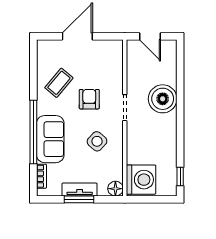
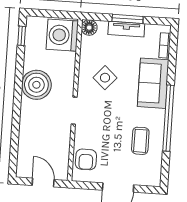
coffee table: (59, 83) -> (140, 141), turned -40
armchair: (89, 99) -> (86, 159), moved
boiler: (163, 99) -> (36, 85), moved
window: (33, 132) -> (168, 118), moved

